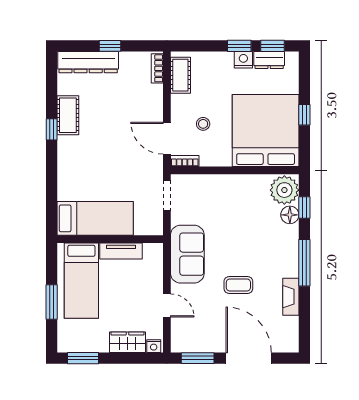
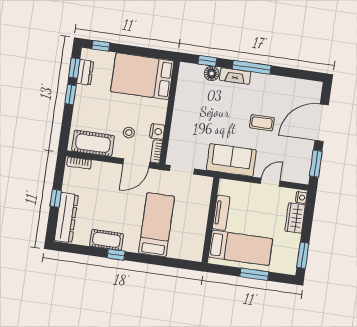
nightstand: (243, 60) -> (157, 131), moved, turned 180
cot: (180, 75) -> (93, 143), width x1.37, depth x1.34
window: (304, 115) -> (101, 46), moved
bed: (266, 131) -> (142, 76), width x0.73
plant: (284, 190) -> (191, 75), removed
bed: (95, 218) -> (156, 225), moved
coffee table: (238, 285) -> (262, 123), turned 90
fireplace: (291, 297) -> (235, 76), moved

